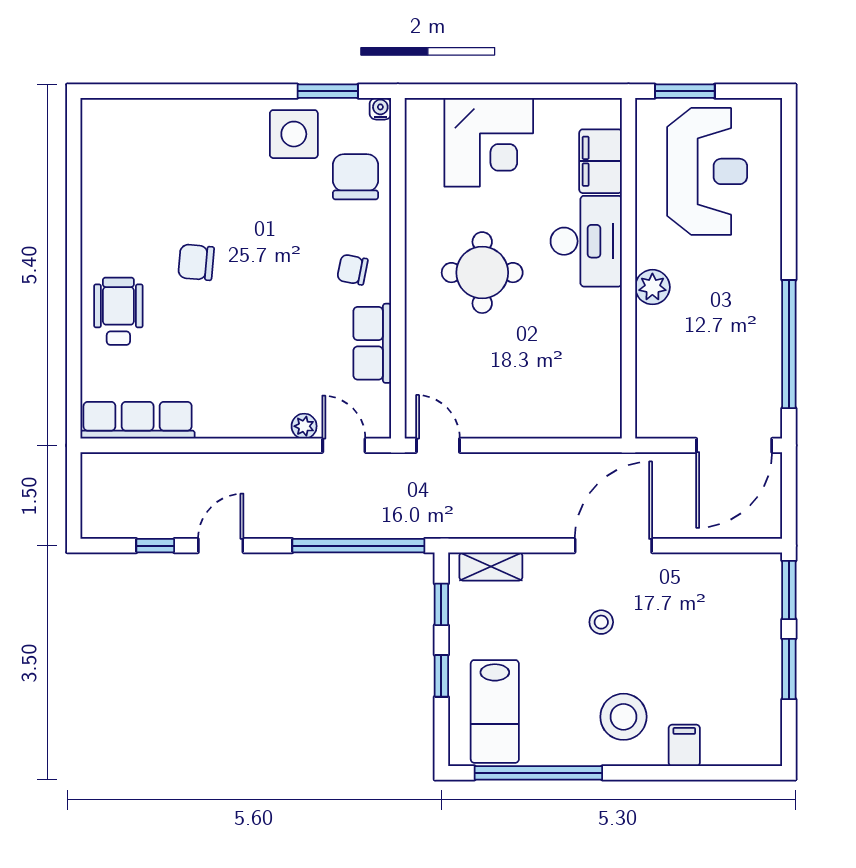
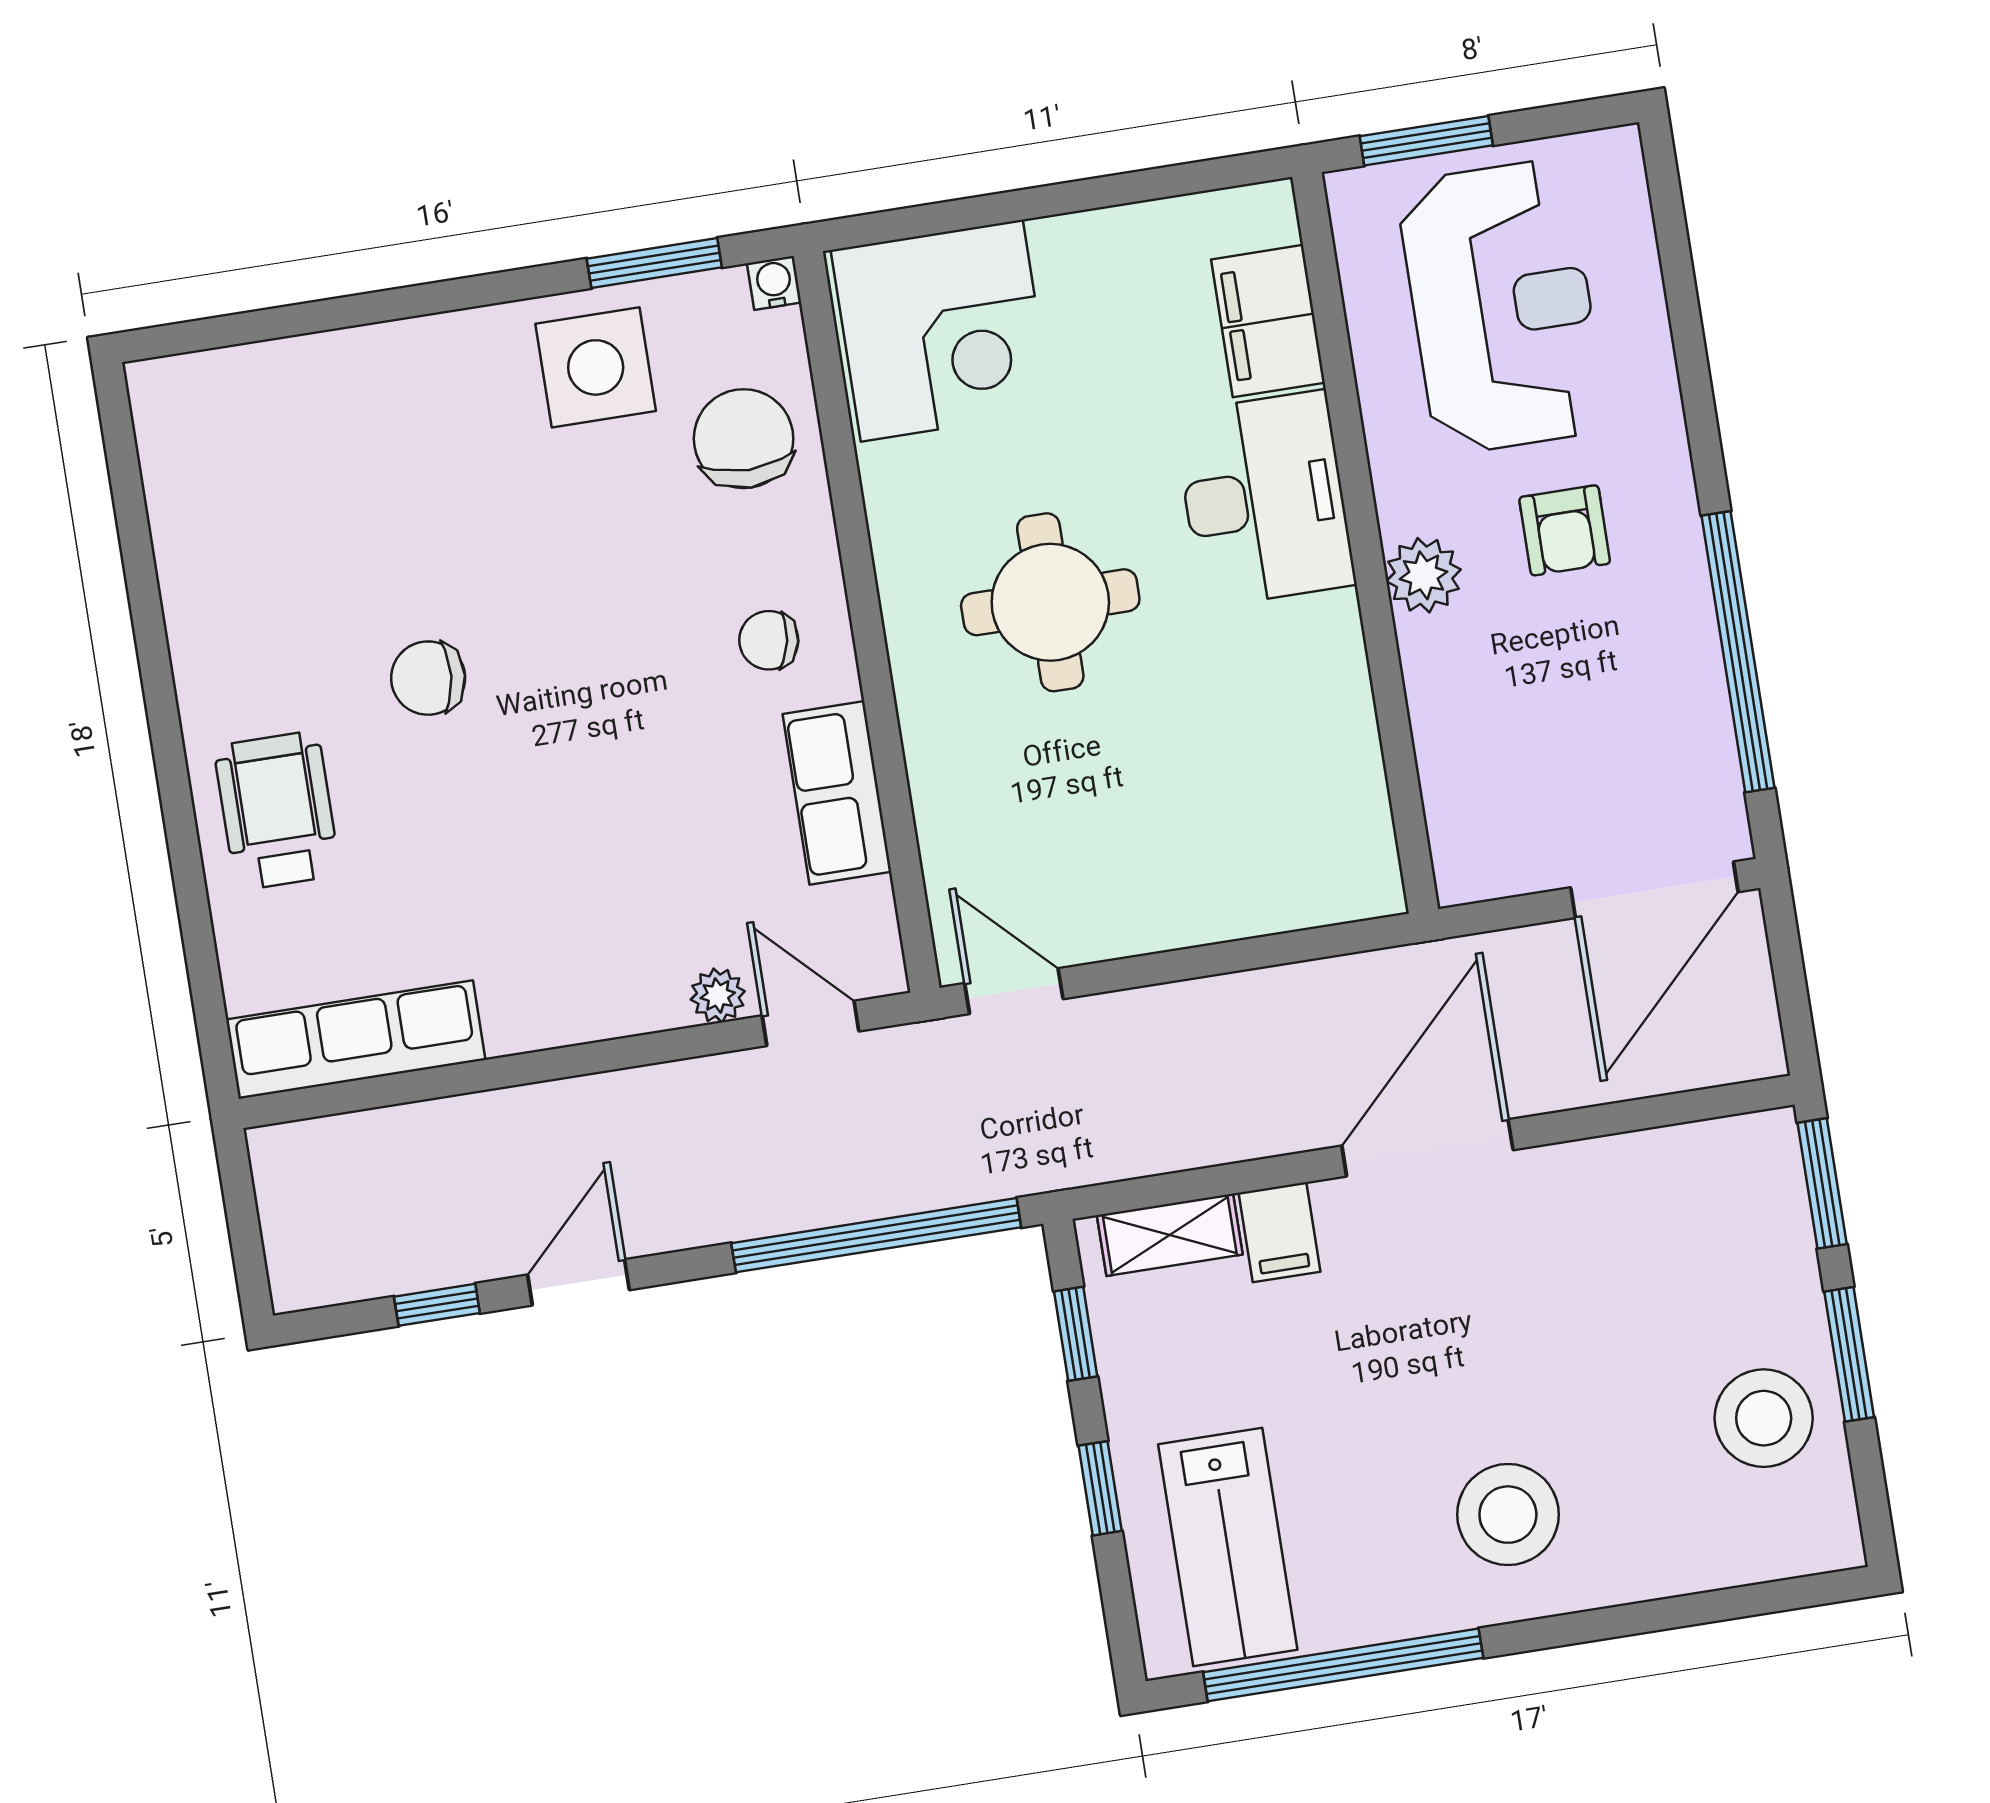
corner desk: (489, 142) -> (942, 331), moved
armchair: (719, 277) -> (1565, 530), added
stool: (601, 622) -> (1764, 1418), moved, width x1.89, depth x1.89
filing cabinet: (684, 745) -> (1279, 1232), moved, turned 180

